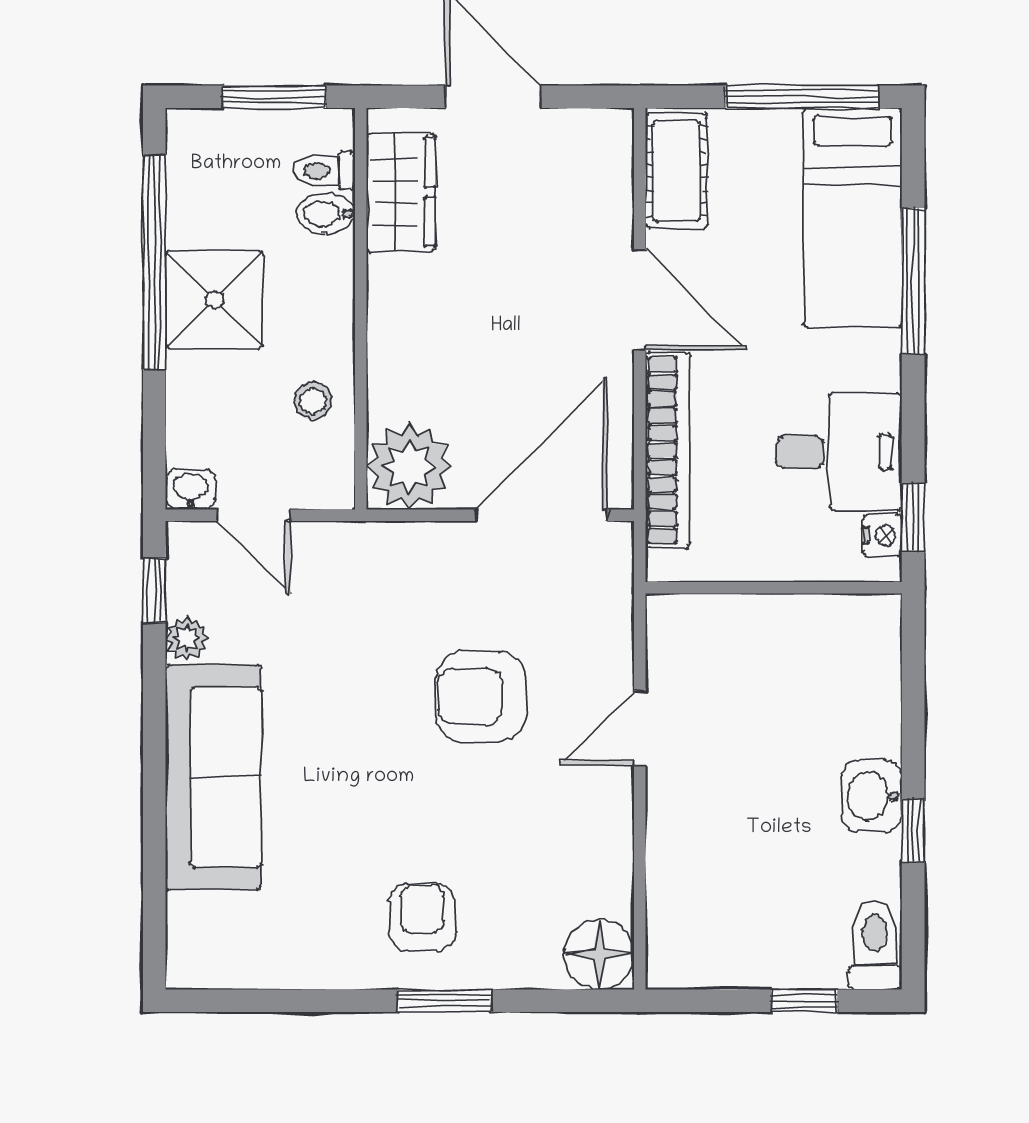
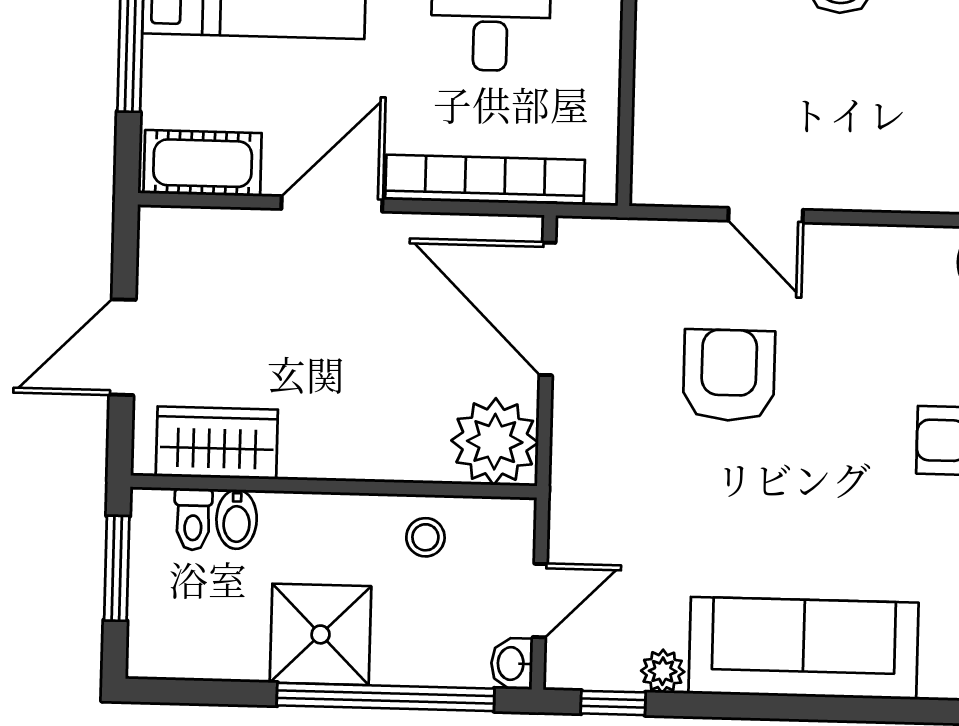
window: (154, 263) -> (386, 697), moved
armchair: (481, 696) -> (729, 375), turned 180

